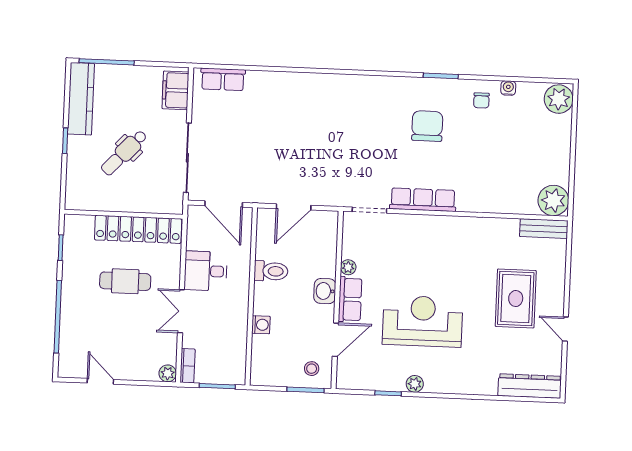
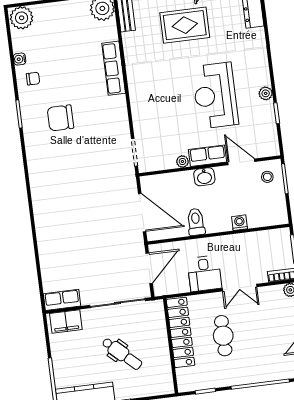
row of seats: (223, 79) -> (62, 300), moved, turned -90
row of seats: (423, 200) -> (114, 68), moved
door: (294, 207) -> (142, 213), width x1.36

